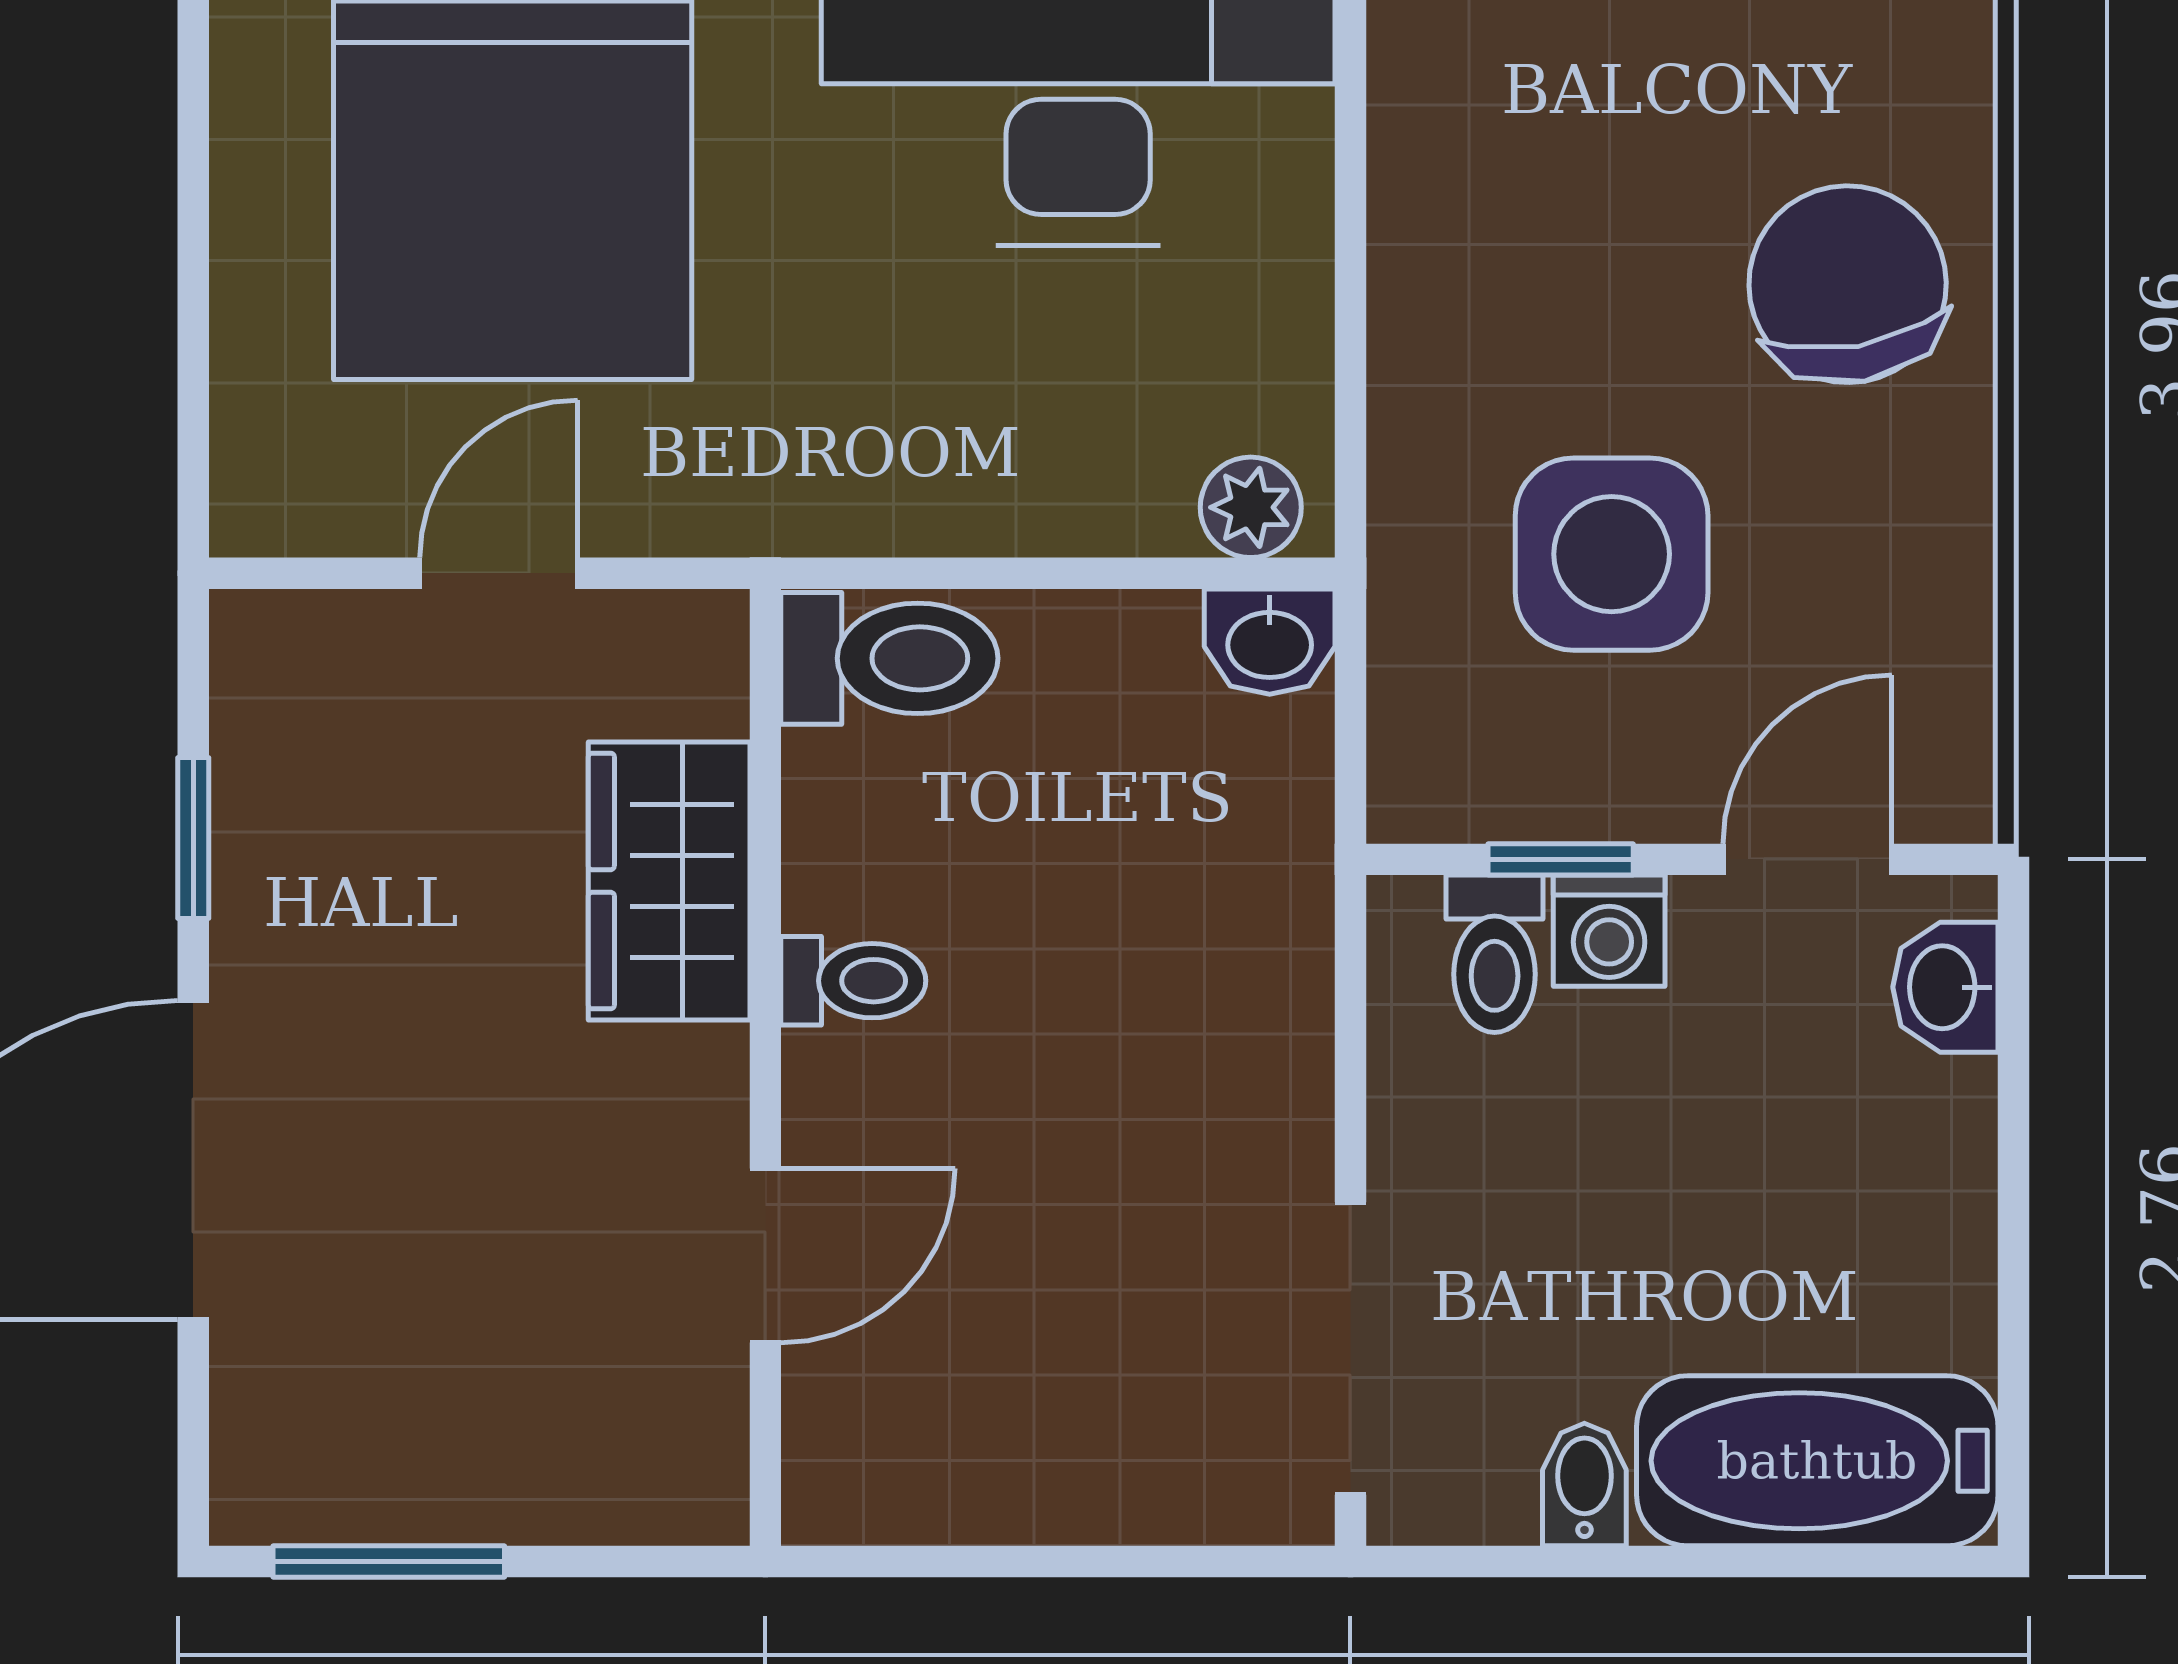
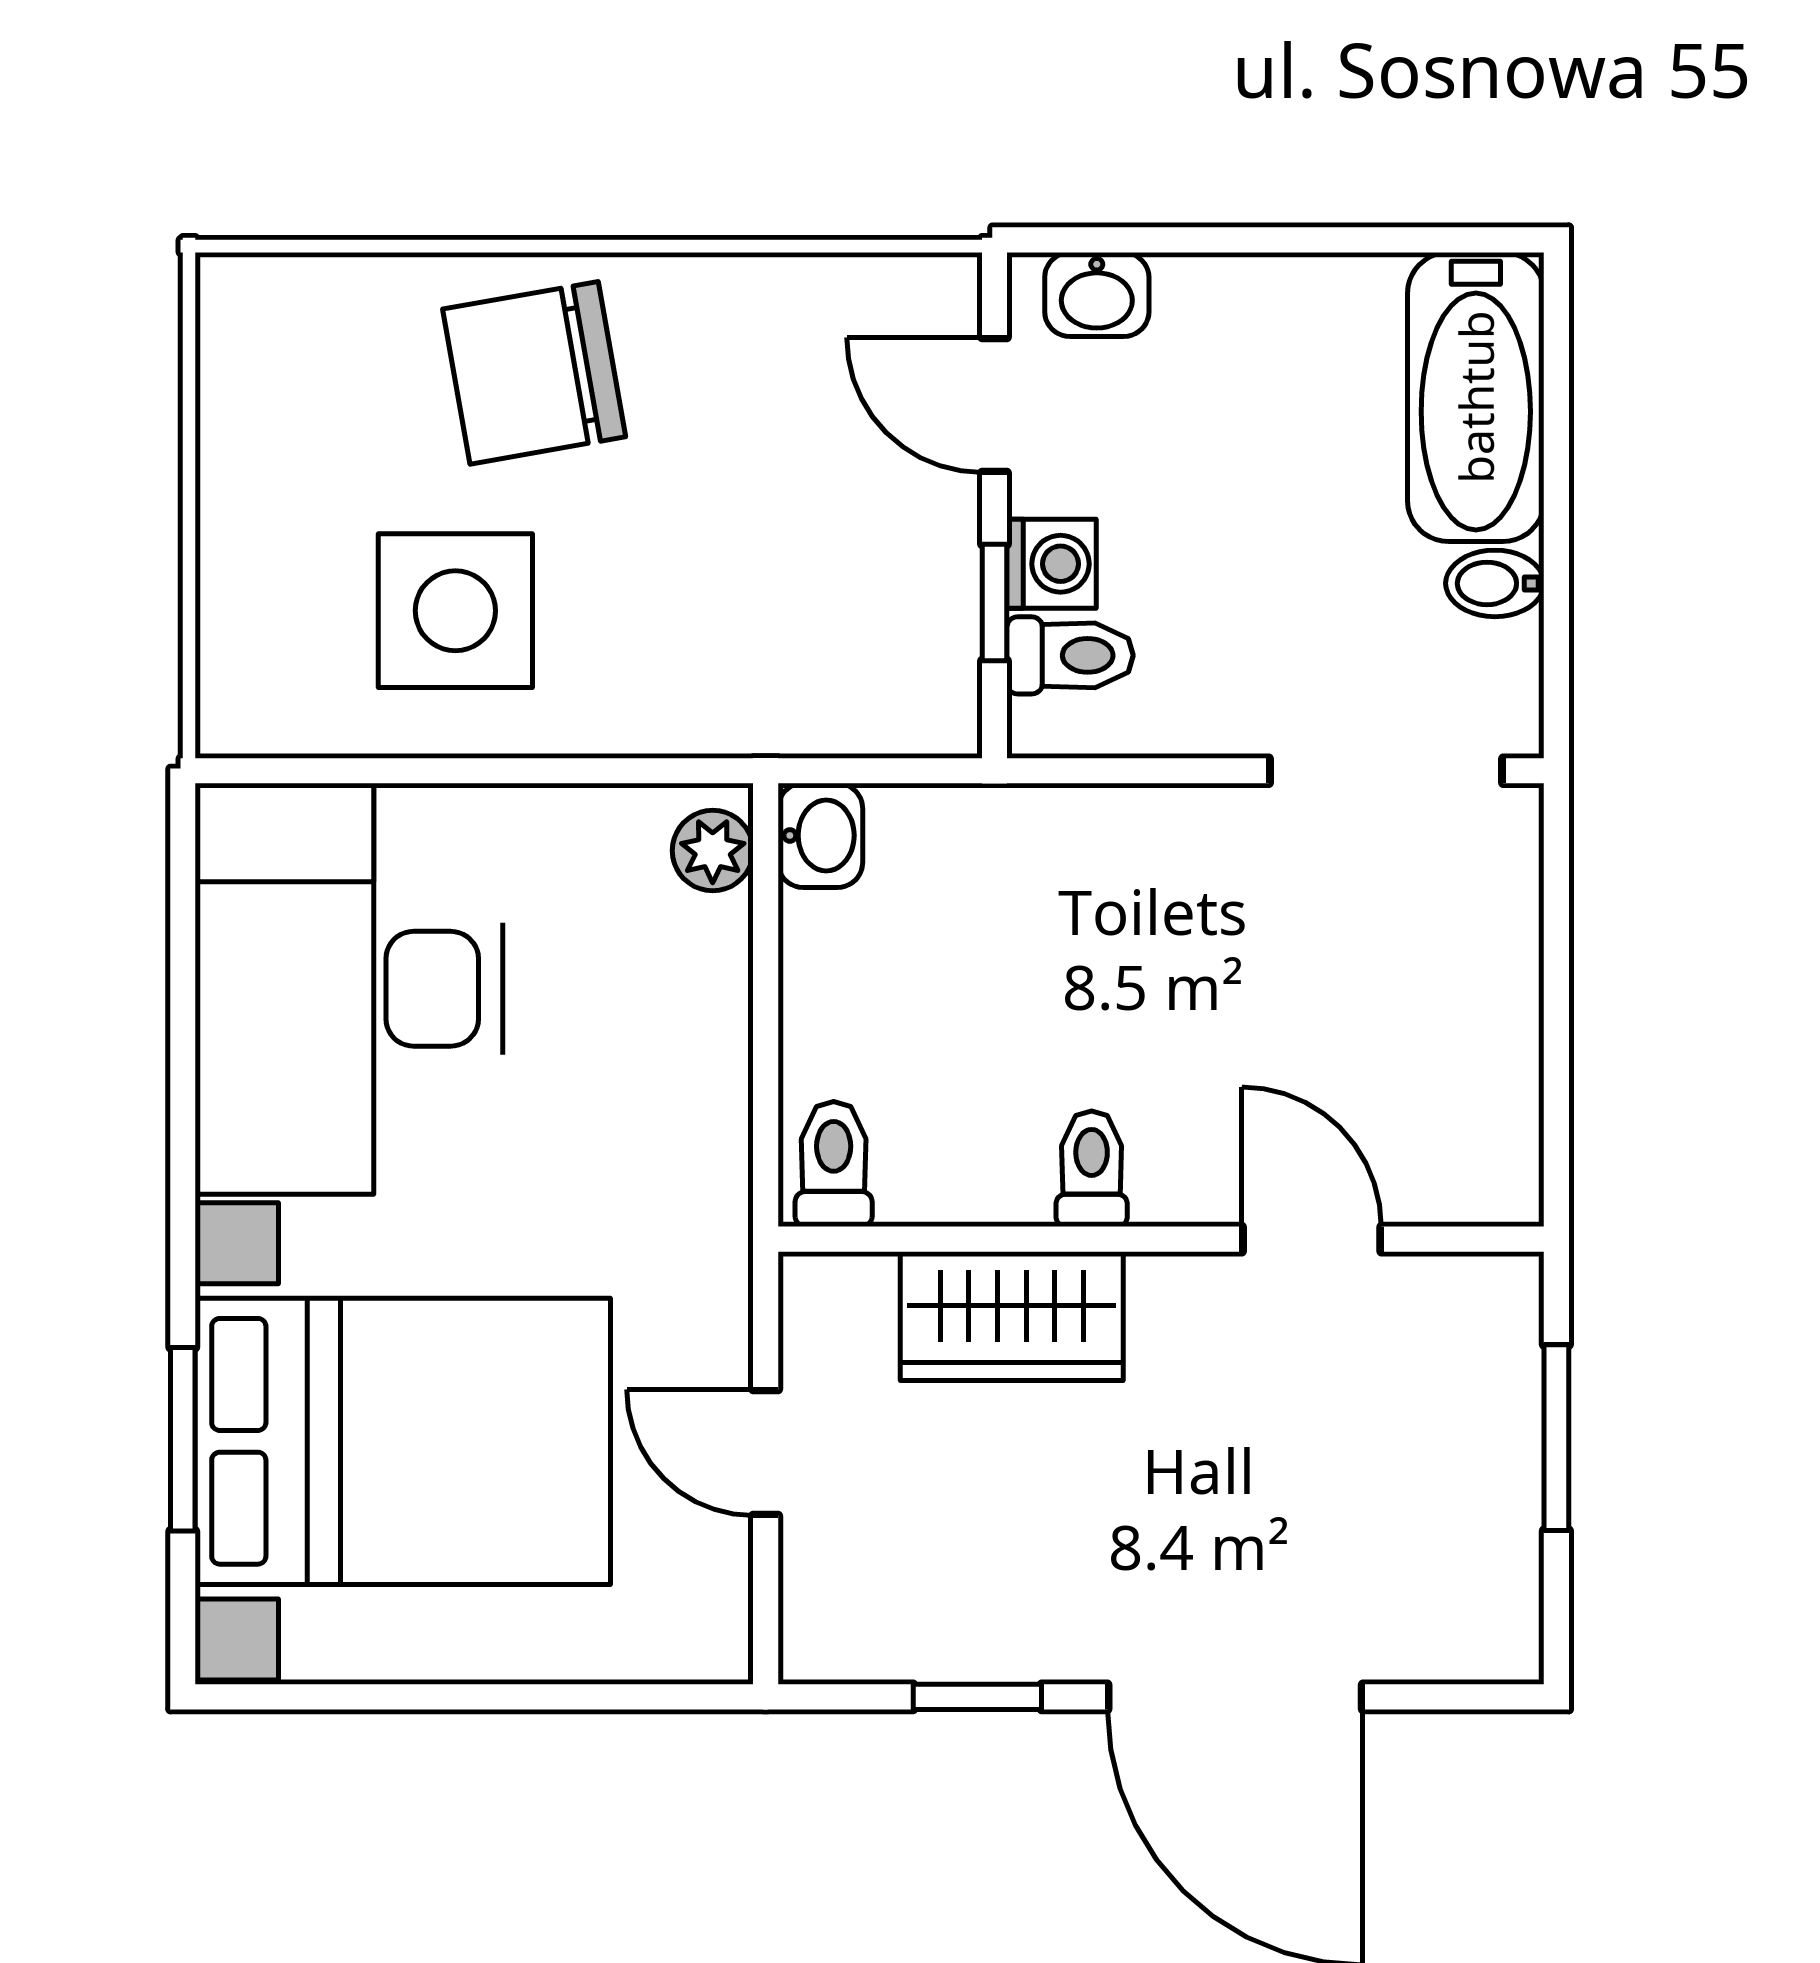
side table: (1612, 554) -> (455, 611), moved
toilet: (889, 658) -> (834, 1164), width x0.73, depth x0.72
window: (389, 1561) -> (1556, 1438), moved

